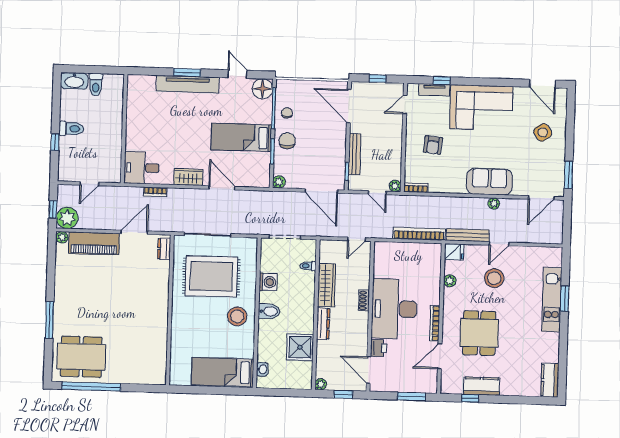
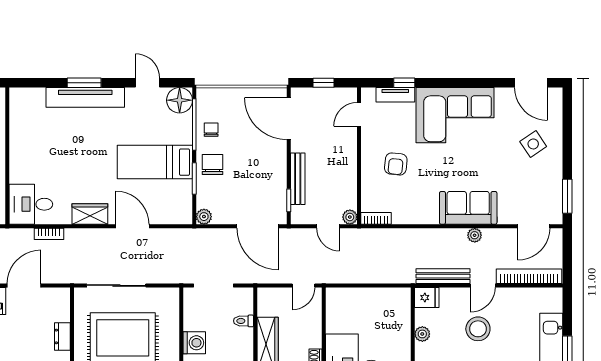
bookcase: (419, 234) -> (529, 276), moved
dresser: (164, 249) -> (62, 336), moved

